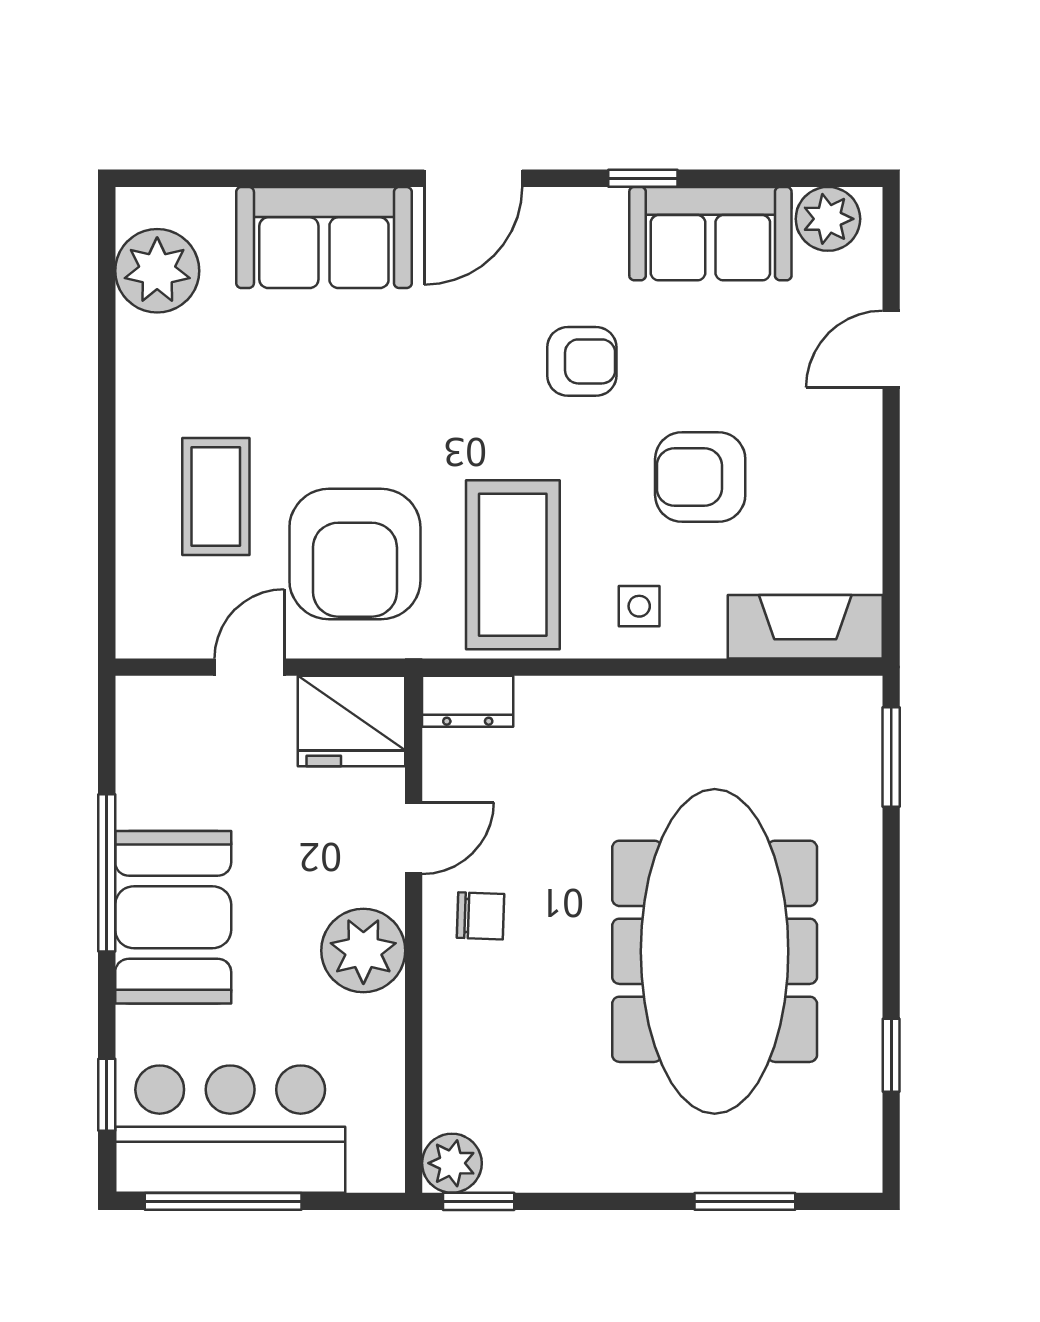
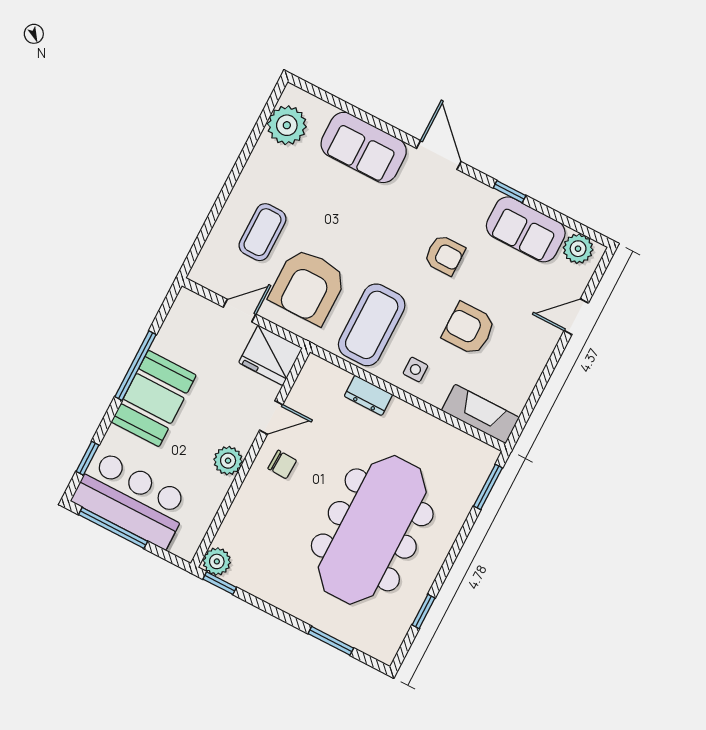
door: (473, 178) -> (439, 155), swing flipped
dresser: (468, 701) -> (368, 395), moved
plant: (363, 951) -> (228, 461), width x0.73, depth x0.73

